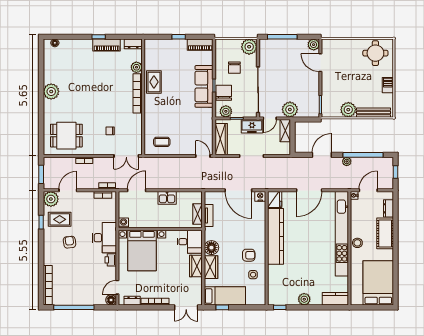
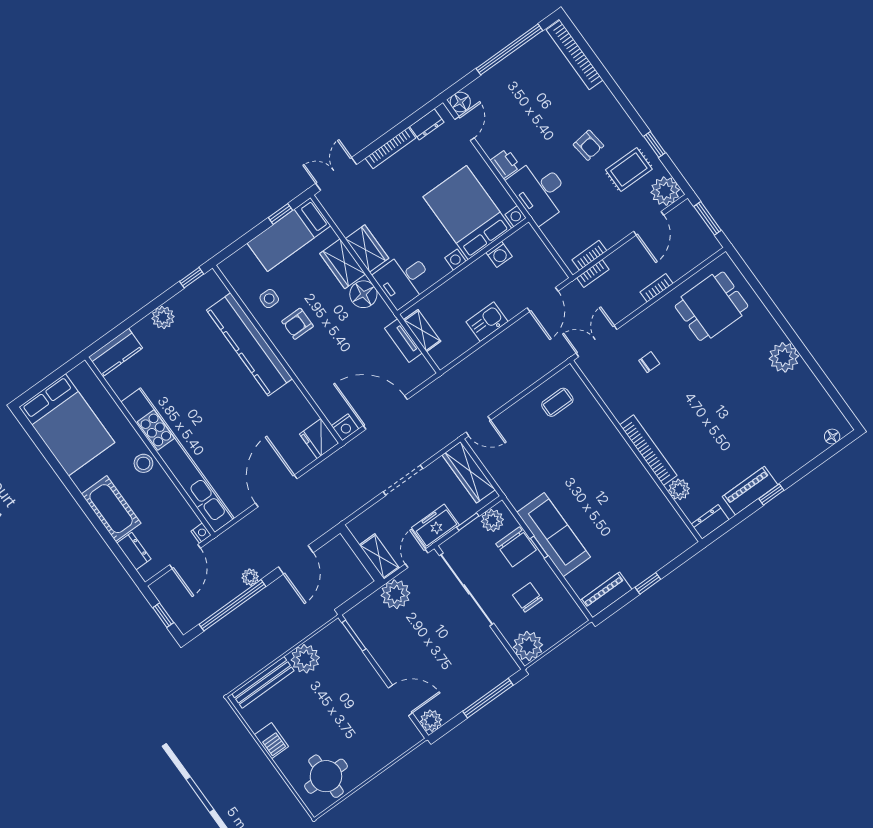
rug: (154, 82) -> (636, 486), removed
washing machine: (123, 223) -> (499, 254), moved
kitchen counter: (276, 236) -> (249, 344), moved

